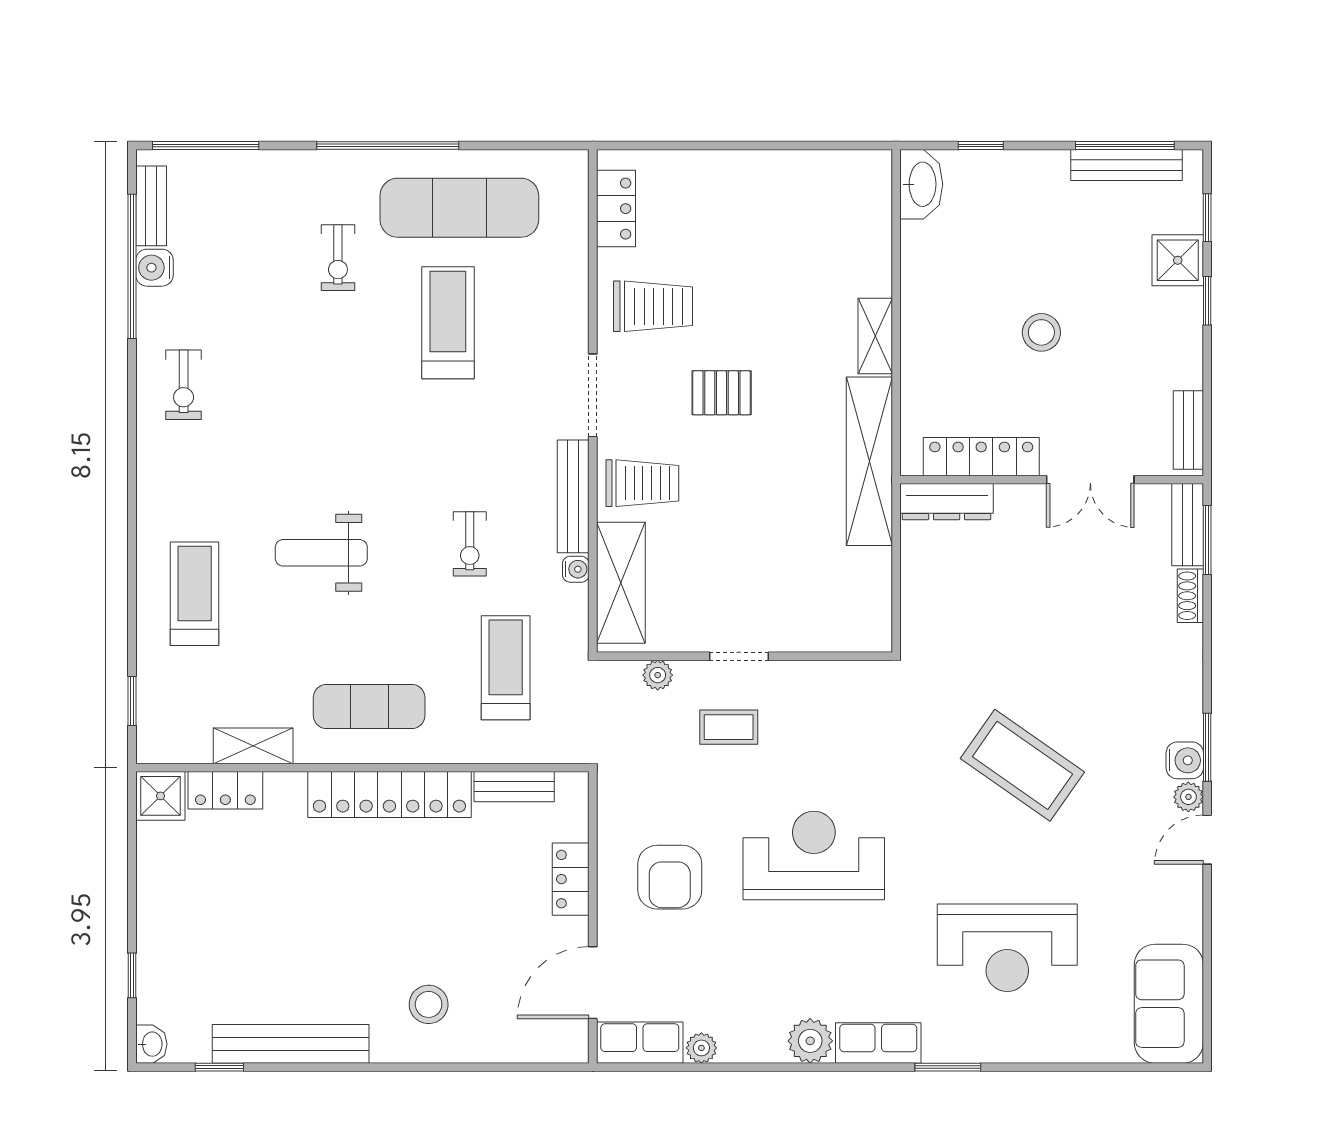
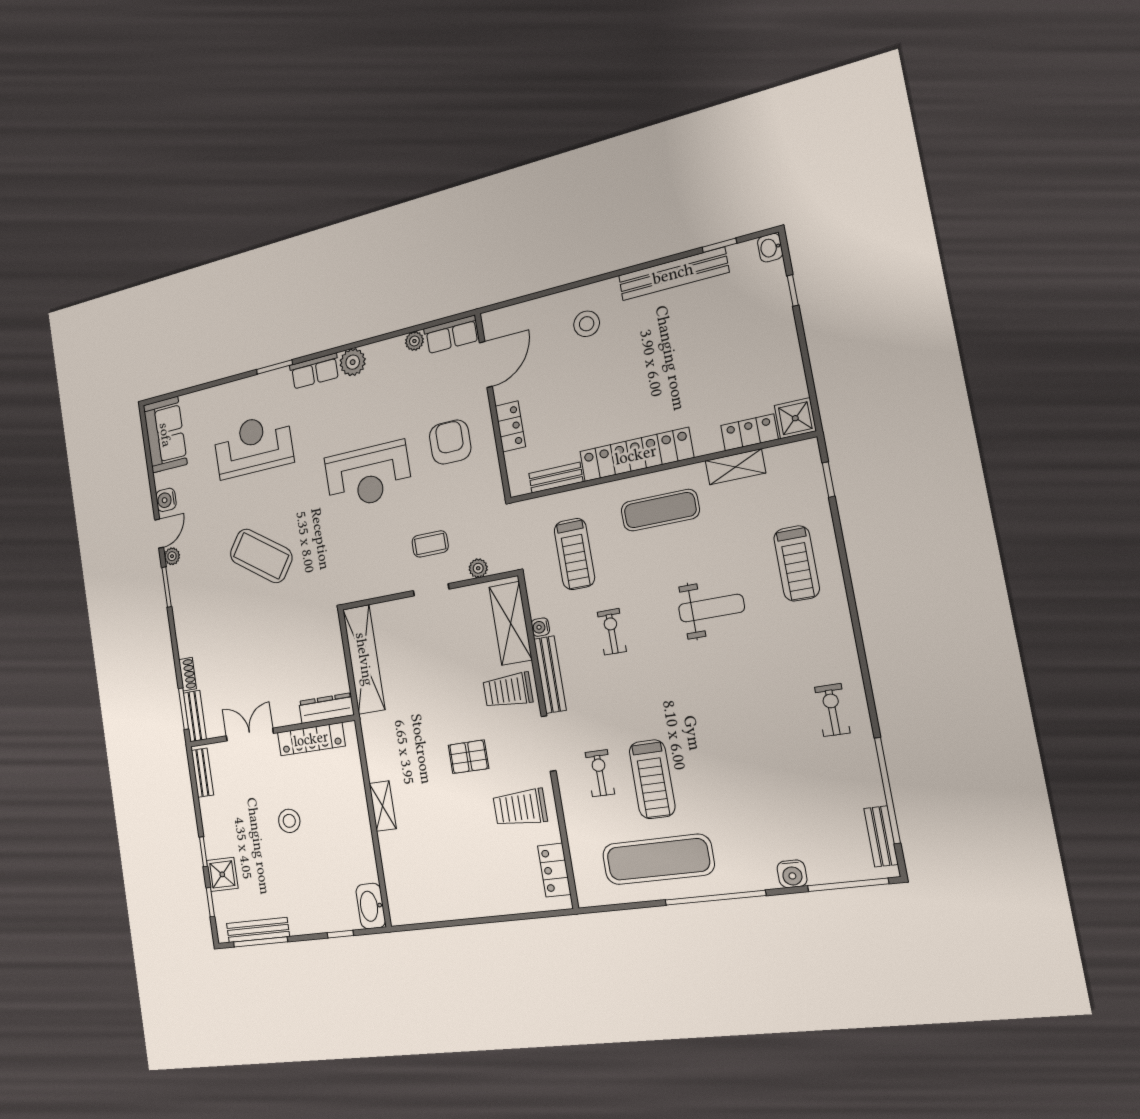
exercise bike: (338, 258) -> (600, 773), moved
water cooler: (154, 268) -> (792, 874), moved, turned 90
shelving: (869, 461) -> (364, 659), moved
water cooler: (1185, 760) -> (166, 500), moved

